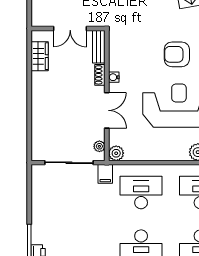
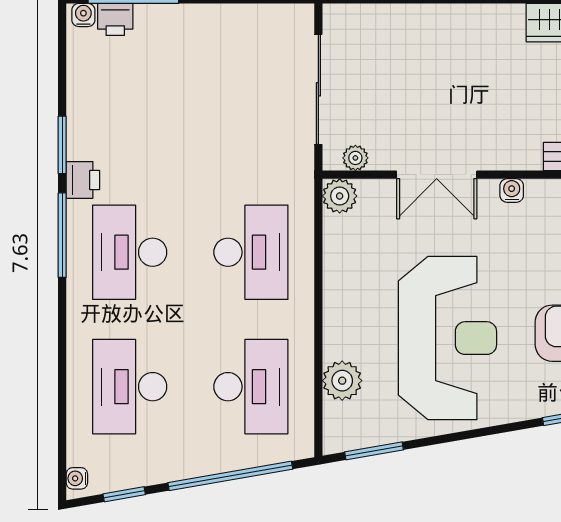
shoe rack: (100, 75) -> (517, 159), removed
filing cabinet: (105, 174) -> (293, 171), removed

